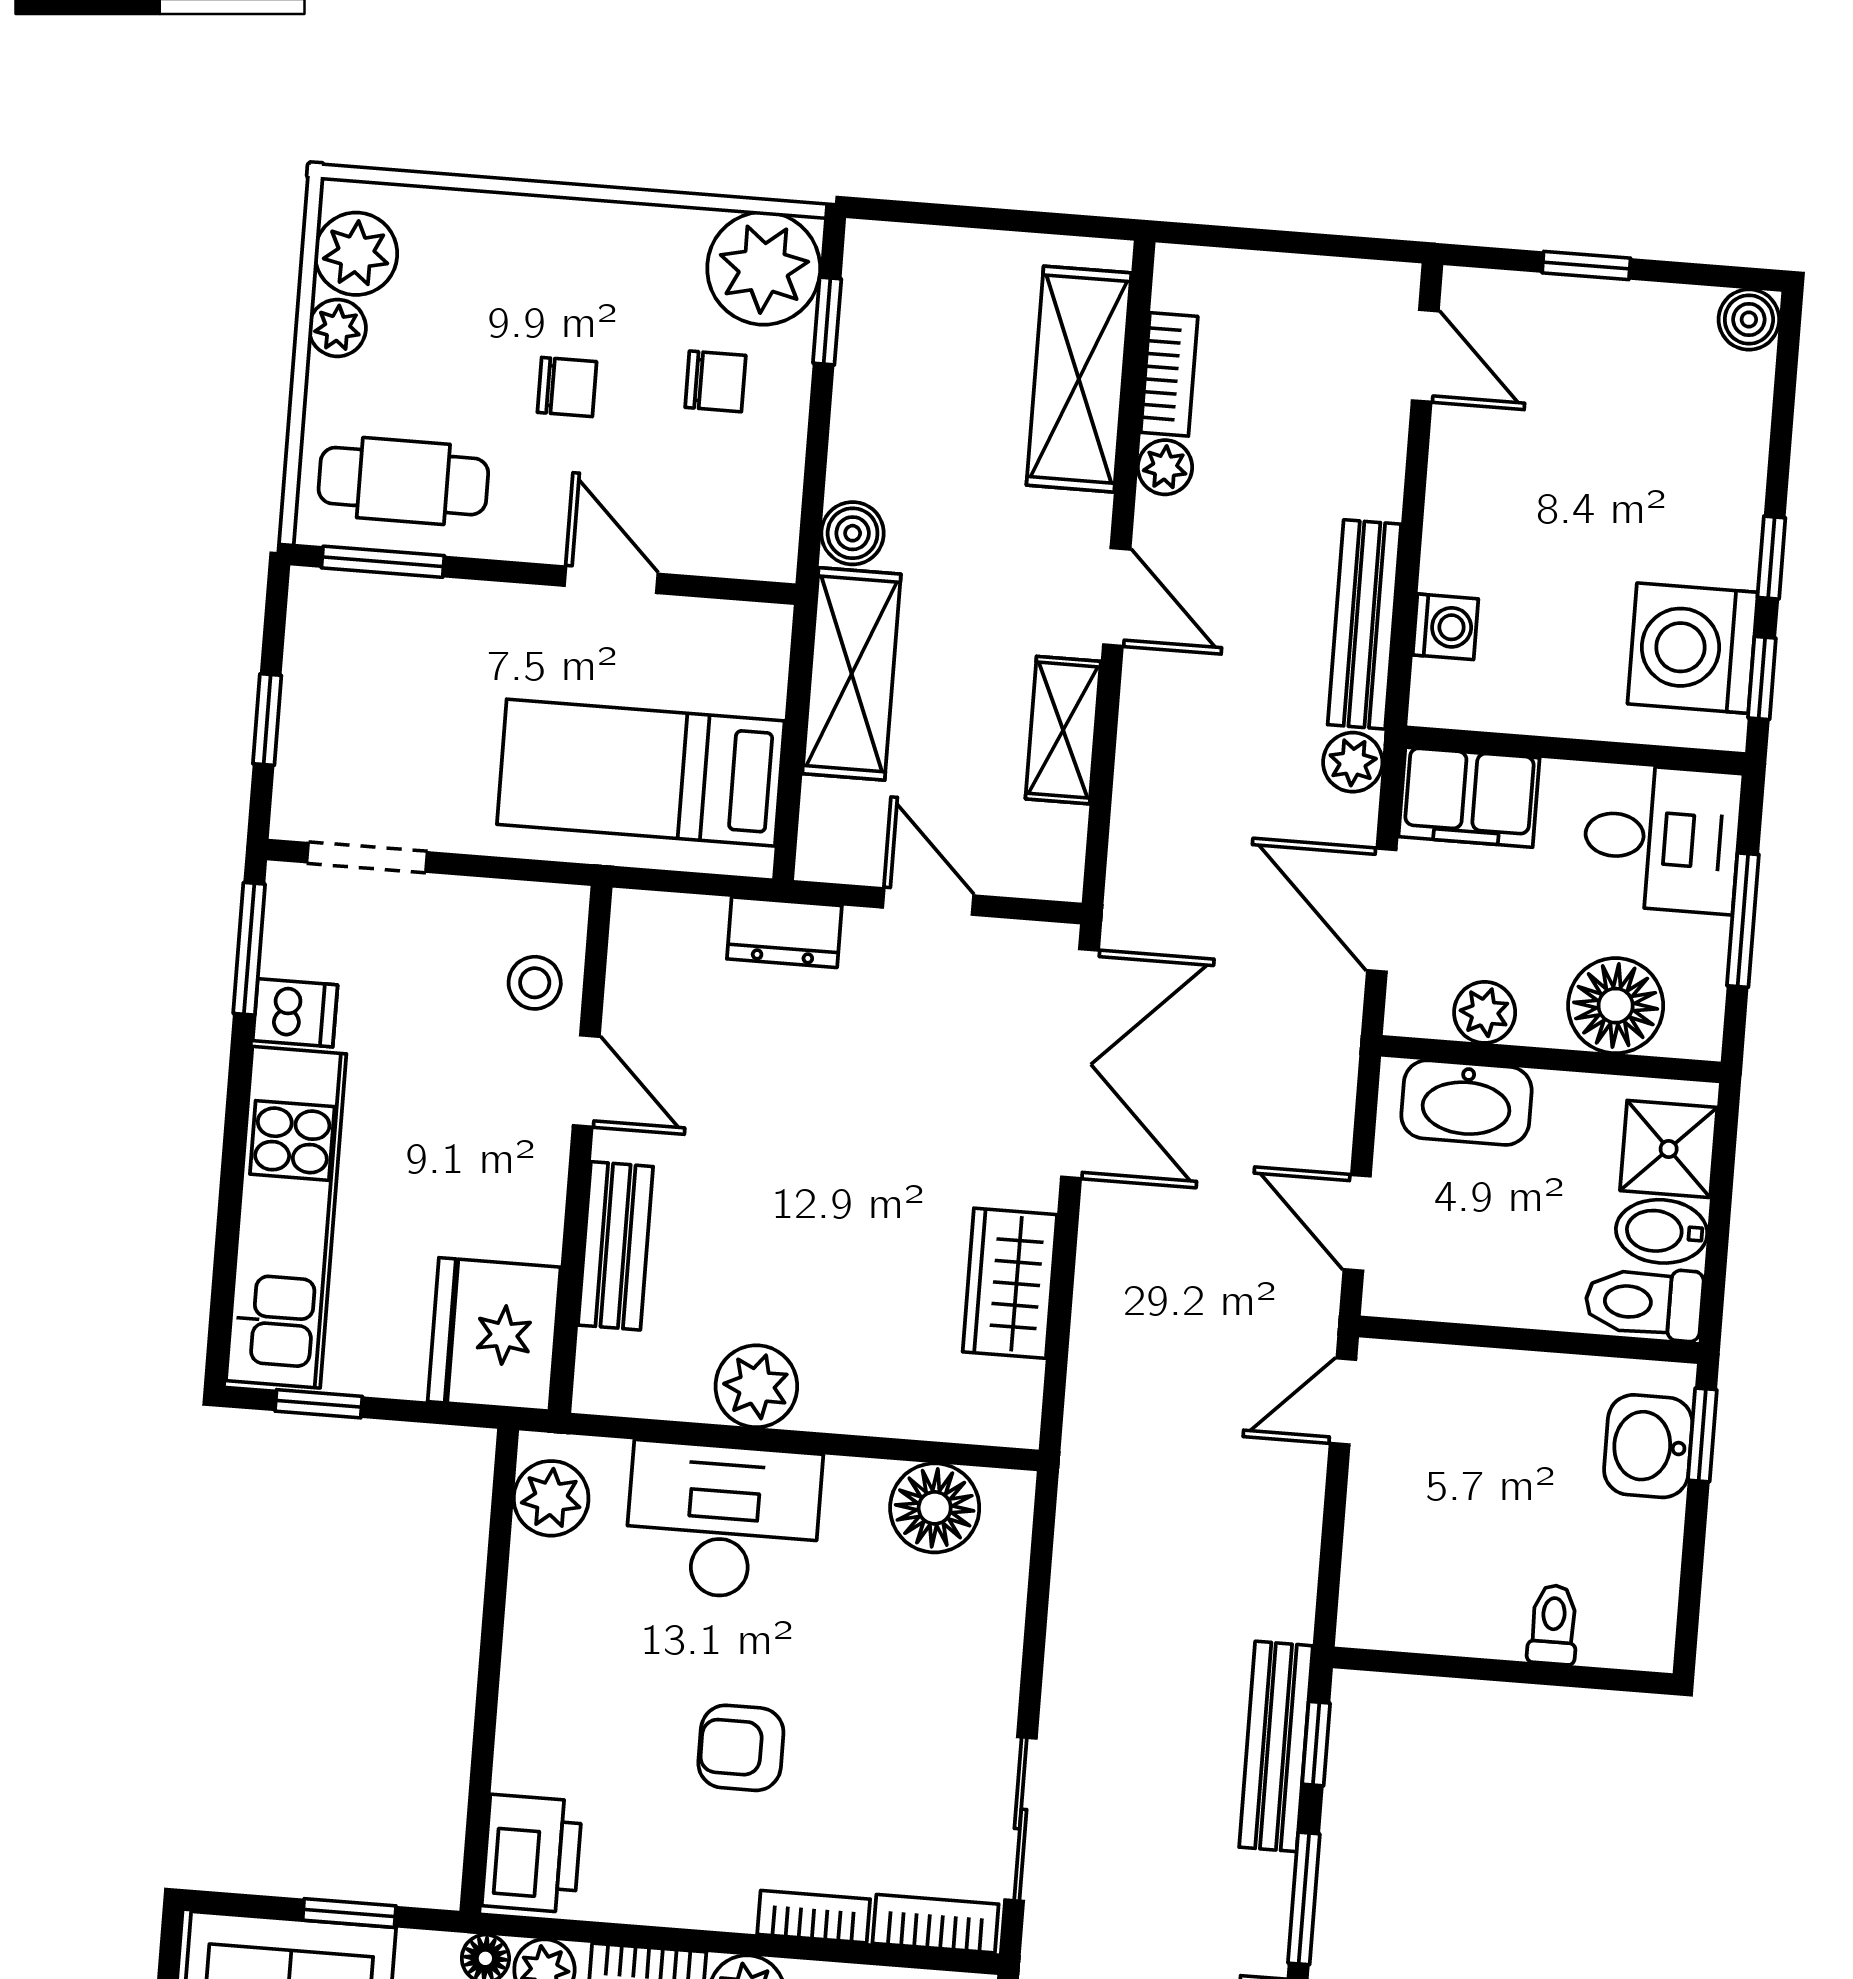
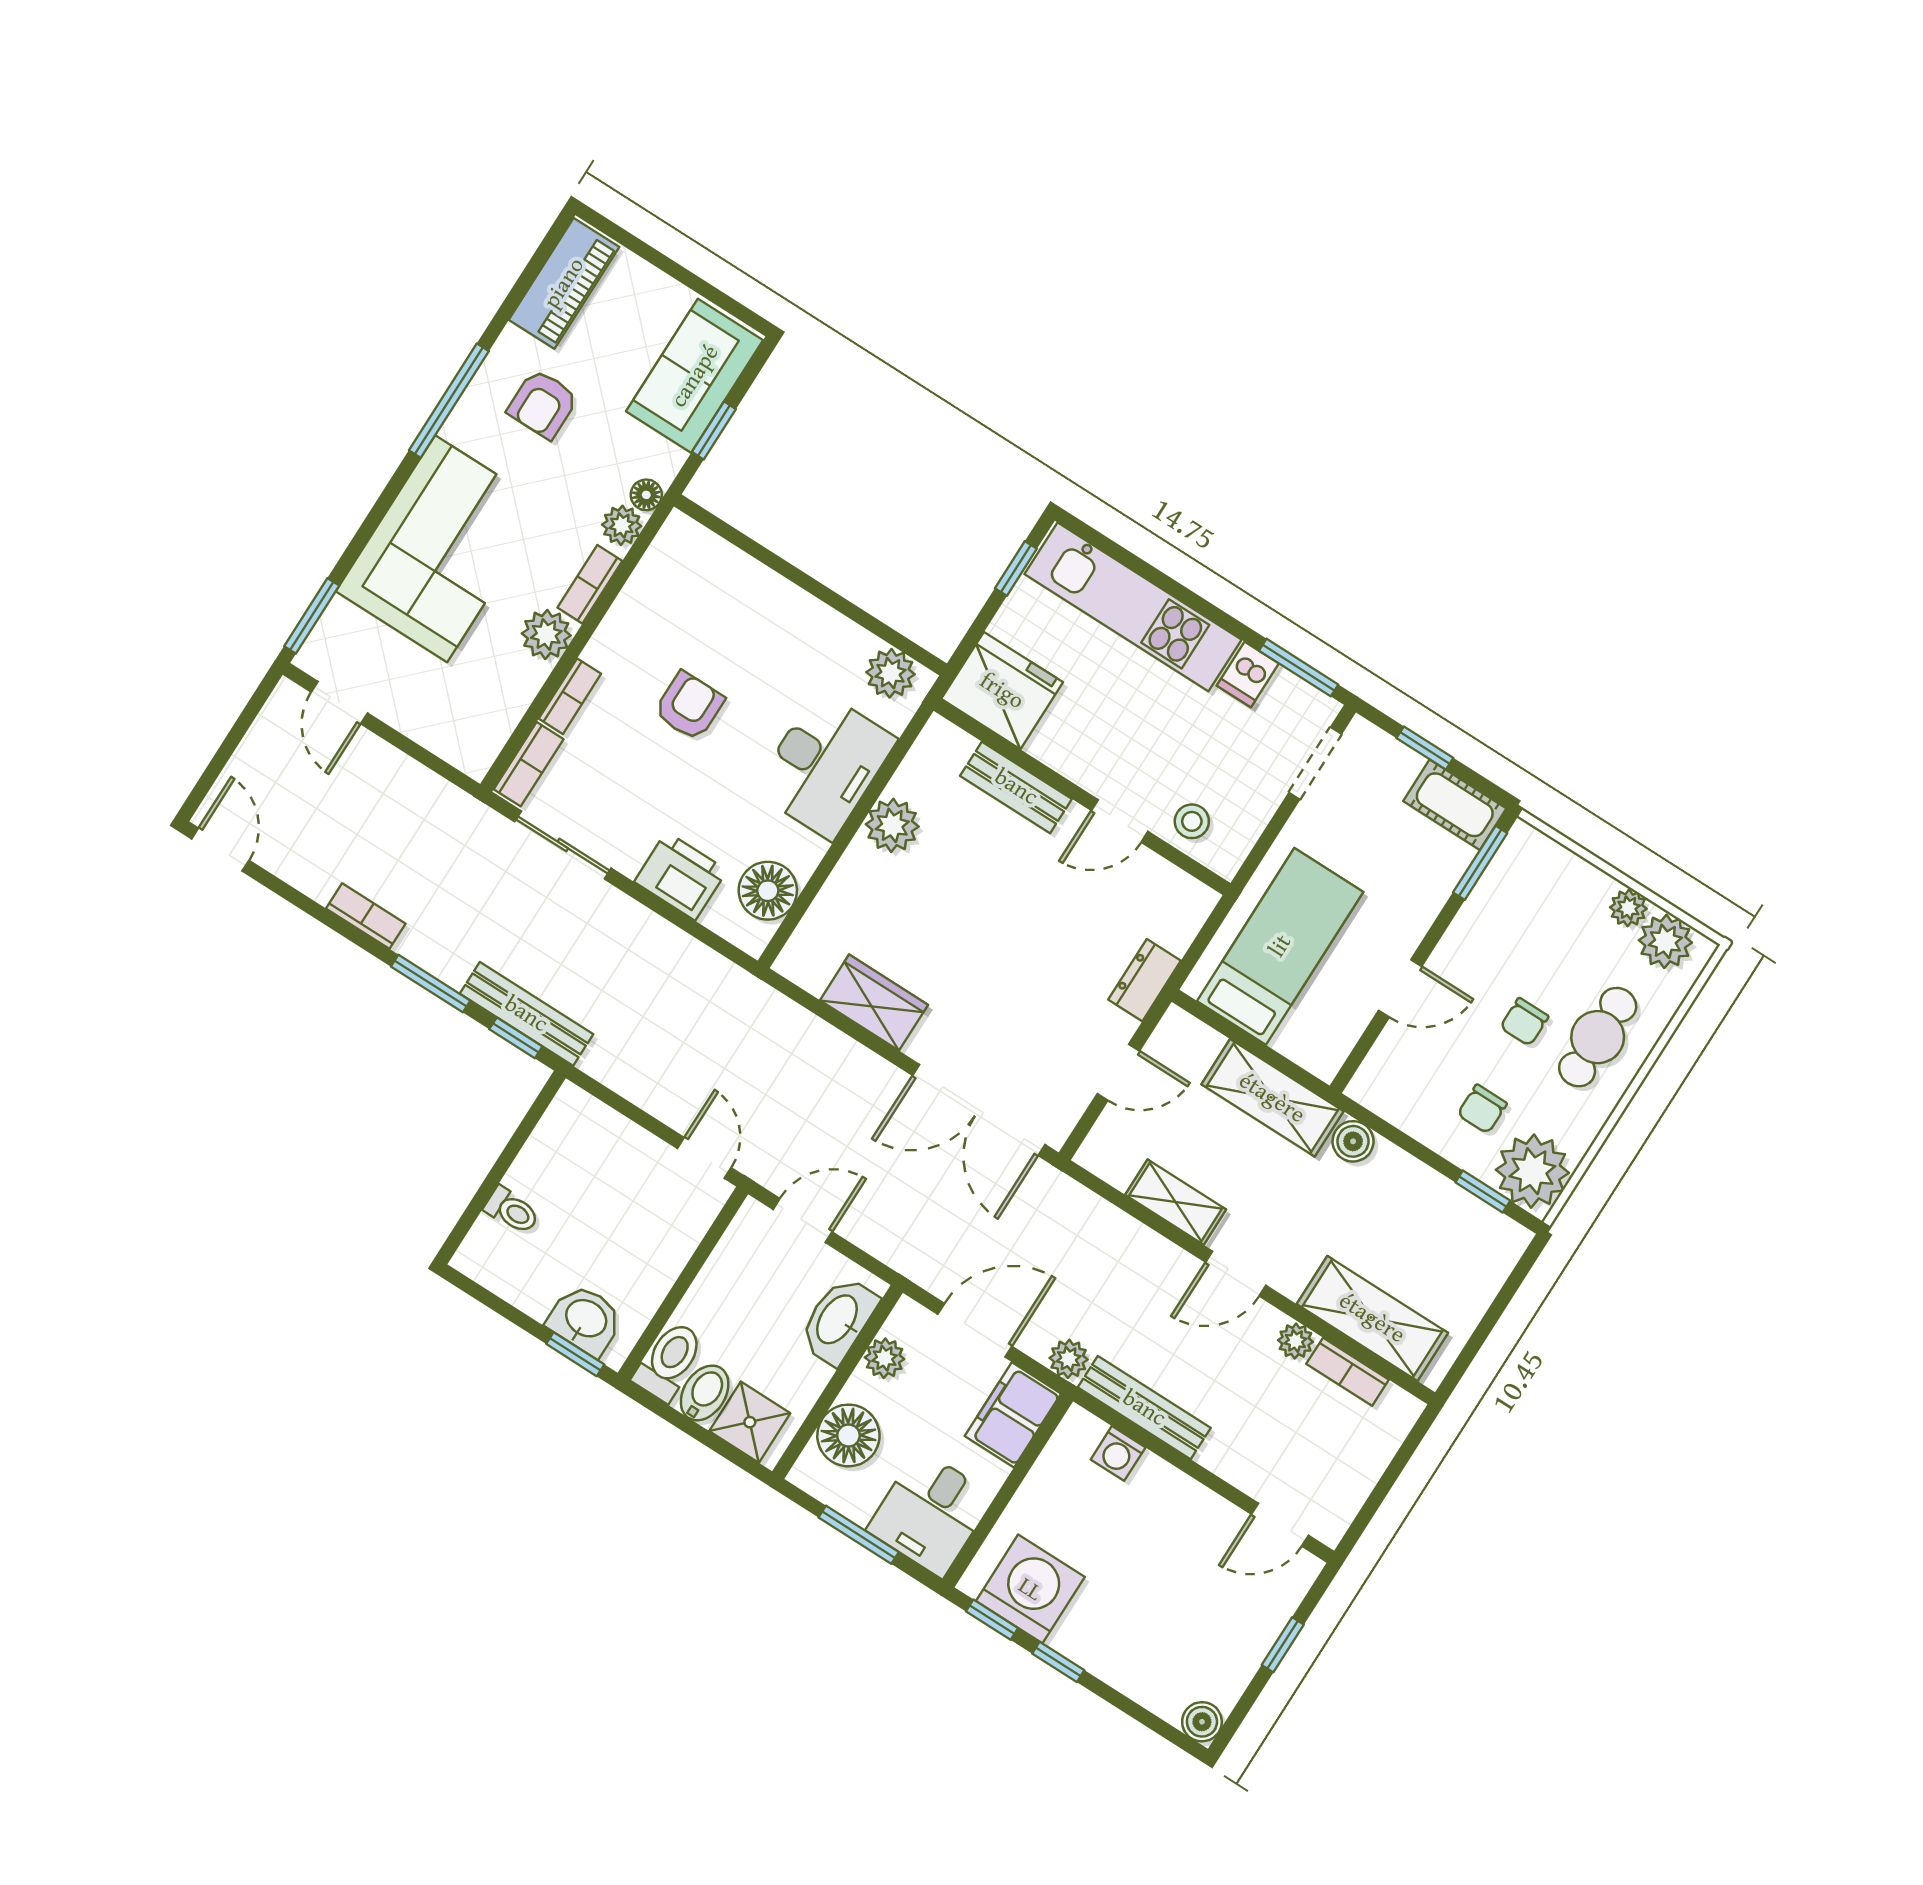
cafe table: (403, 481) -> (1598, 1037), moved
cot: (323, 638) -> (1455, 805), added
printer: (532, 1854) -> (681, 876), moved, turned 180

